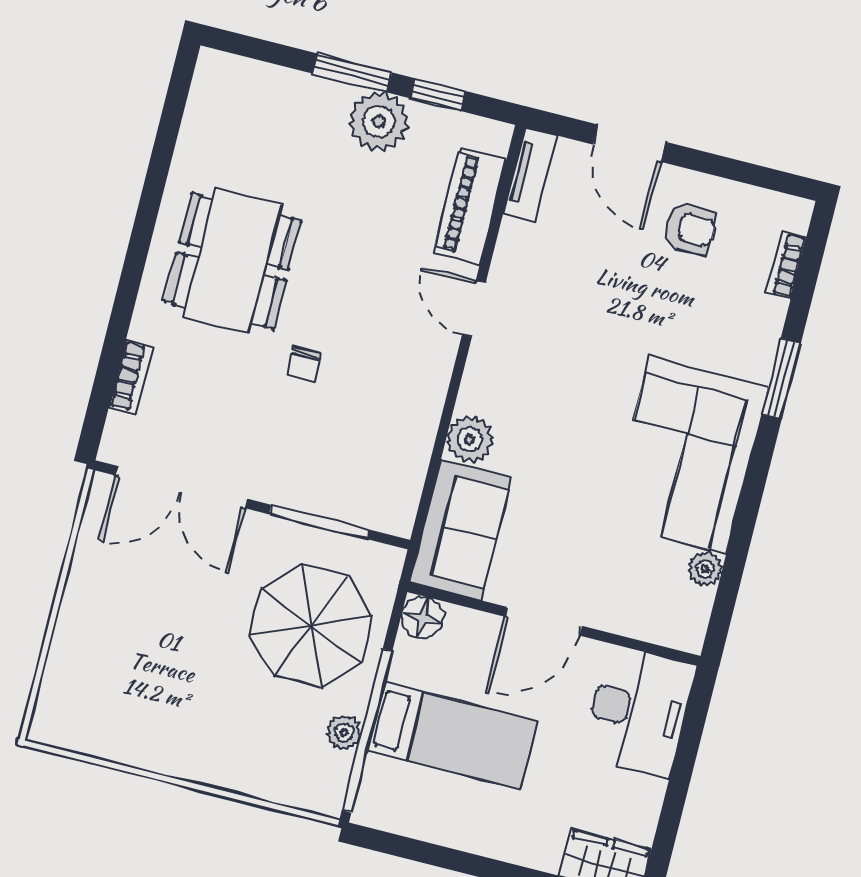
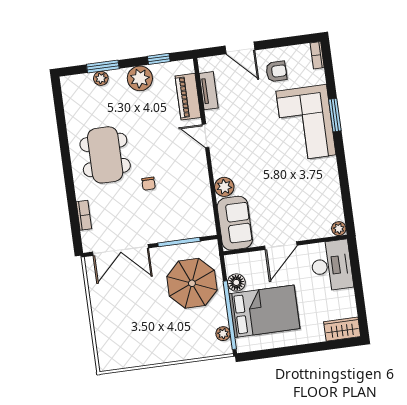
window: (352, 73) -> (103, 66), moved
plant: (292, 86) -> (101, 78), added
tv unit: (530, 175) -> (209, 91), moved
bookcase: (786, 265) -> (317, 55), moved
corner sofa: (688, 455) -> (306, 123), moved
plant: (705, 569) -> (339, 229), moved
floor lamp: (423, 618) -> (236, 282), moved
plant: (344, 732) -> (223, 334), moved
bed: (452, 736) -> (264, 311), width x1.50

